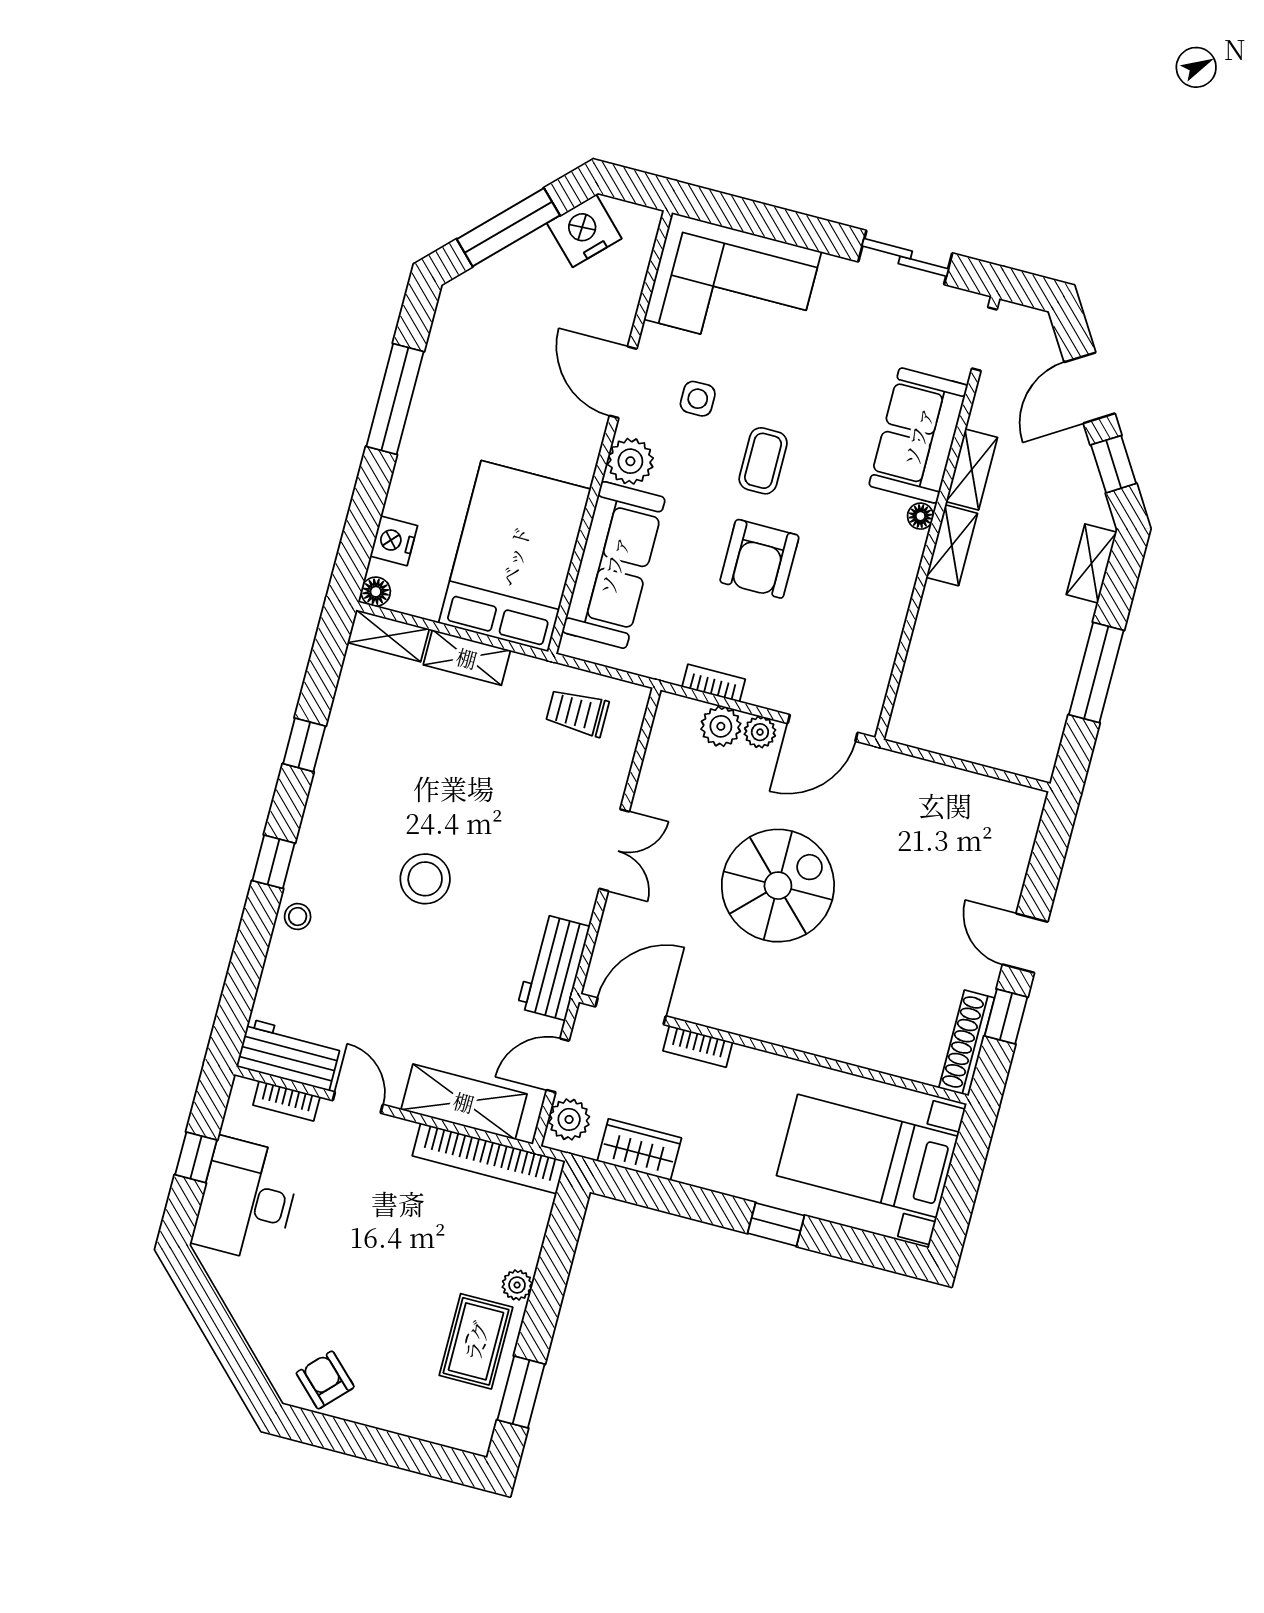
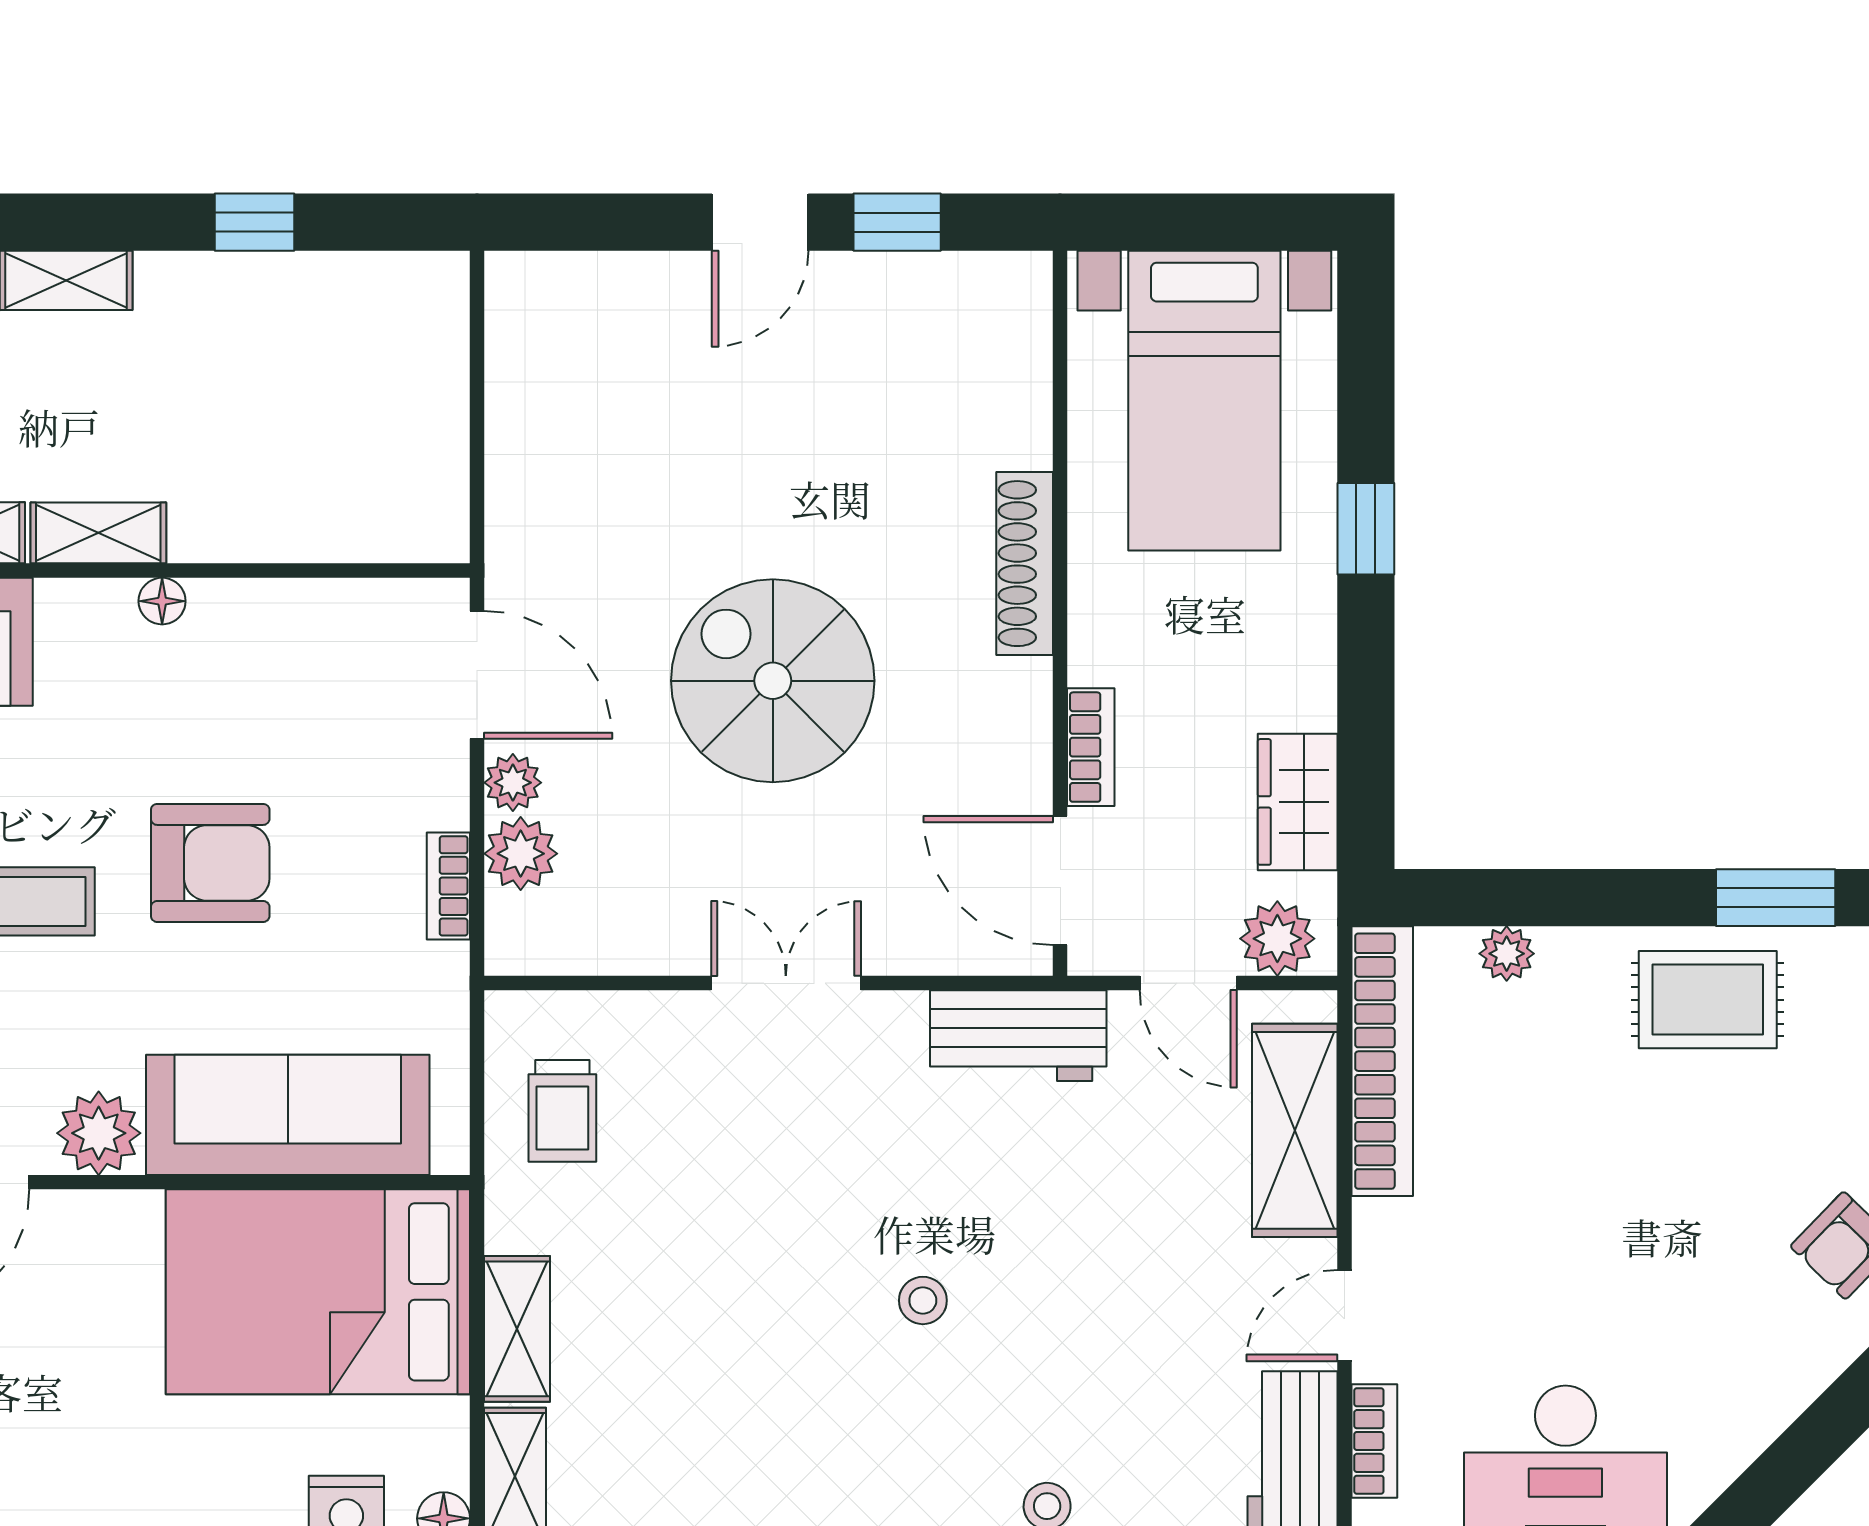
floor lamp: (920, 516) -> (162, 601), moved
window: (1096, 673) -> (255, 222), width x0.46
stool: (425, 879) -> (923, 1300), width x0.53, depth x0.53
shoe rack: (967, 1043) -> (1025, 564), moved, turned 90
plant: (517, 1285) -> (1507, 954), moved

